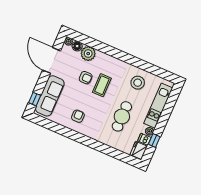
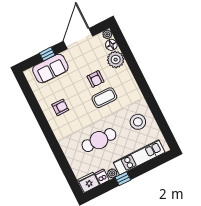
sofa: (50, 96) -> (50, 69), width x0.73
window: (35, 99) -> (47, 54), moved
window: (154, 140) -> (123, 179), moved

